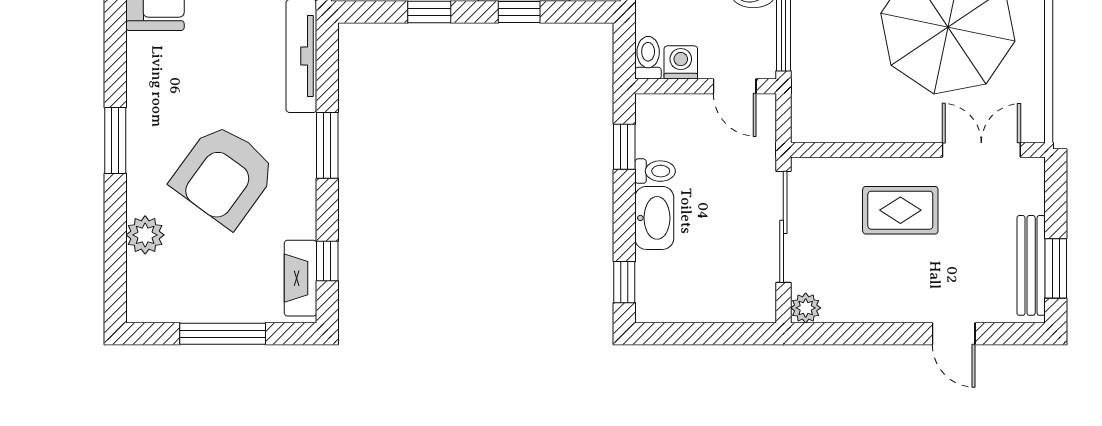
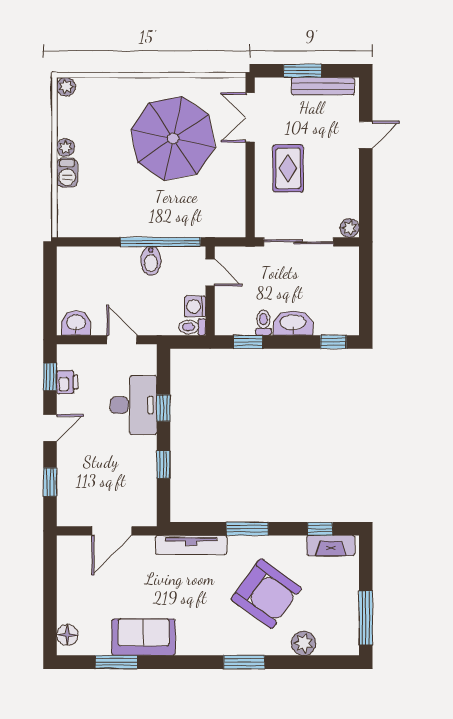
door: (735, 86) -> (210, 273), hinge flipped
window: (1056, 268) -> (302, 71), moved
window: (223, 334) -> (366, 618), moved

